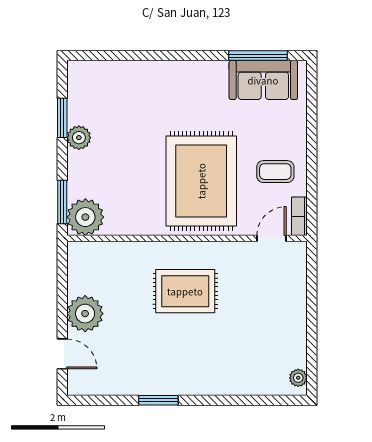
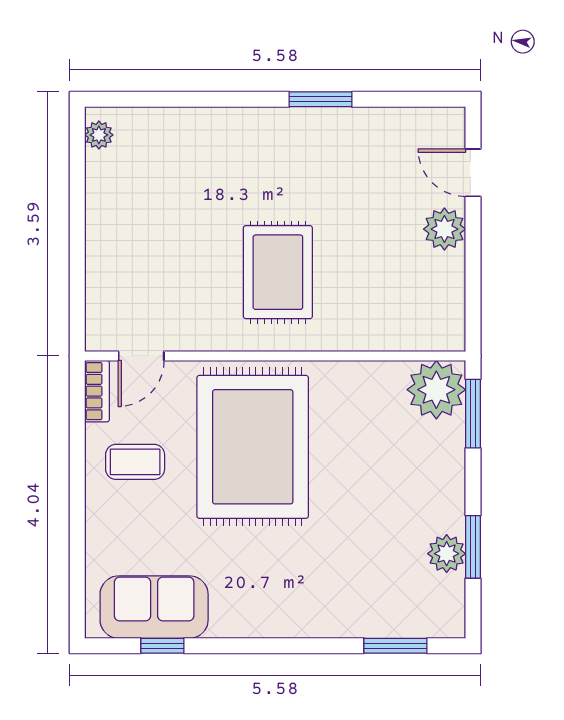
window: (111, 56) -> (395, 646), added
window: (258, 56) -> (162, 646), width x0.46
plant: (79, 138) -> (447, 554), moved
rug: (185, 291) -> (278, 272), turned 90
plant: (85, 314) -> (444, 229), width x0.73, depth x0.73

